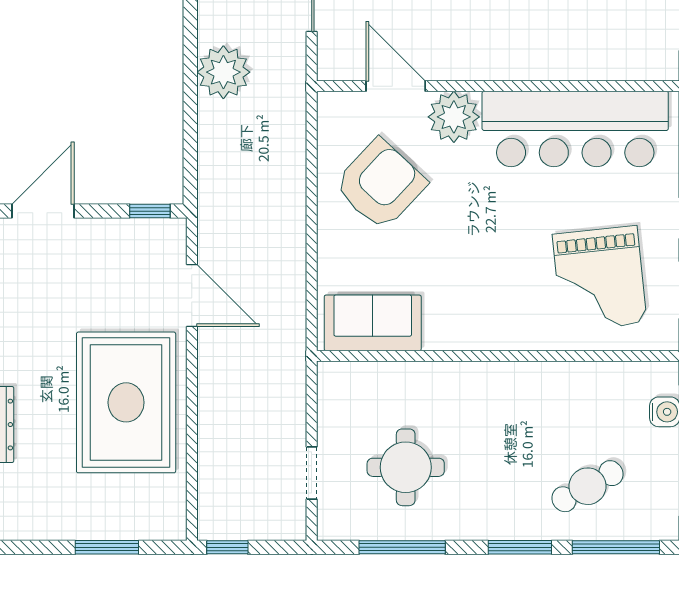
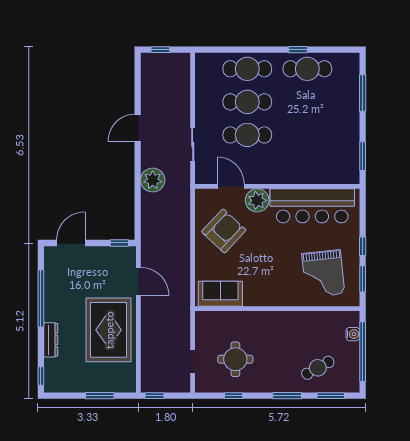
window: (402, 547) -> (234, 396), width x0.46
window: (616, 547) -> (331, 396), width x0.69

